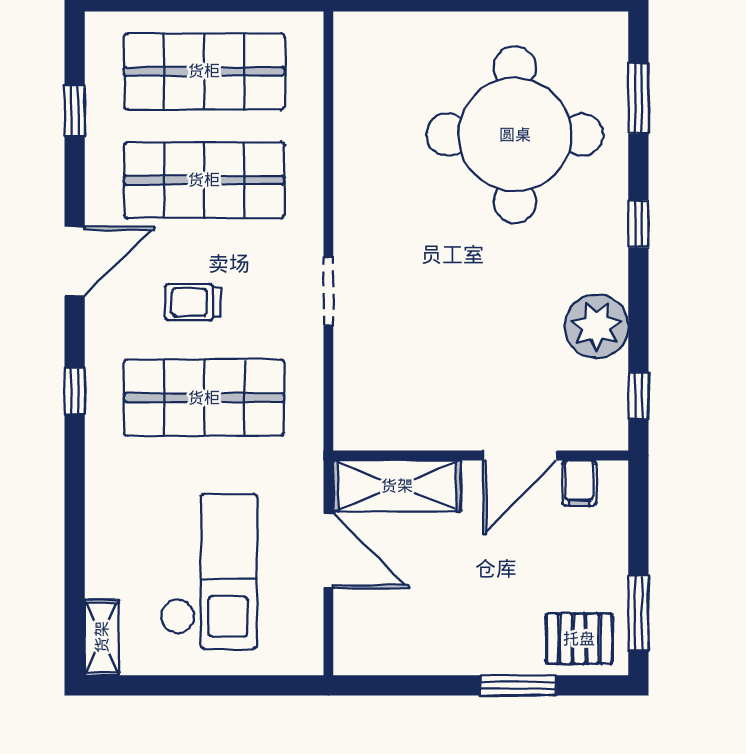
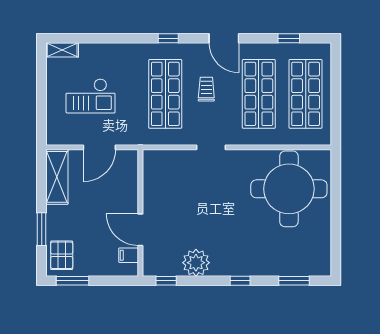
round table: (515, 135) -> (289, 189), moved
shelving: (397, 486) -> (57, 177), moved
checkout: (209, 571) -> (91, 96), width x0.73, depth x0.83

